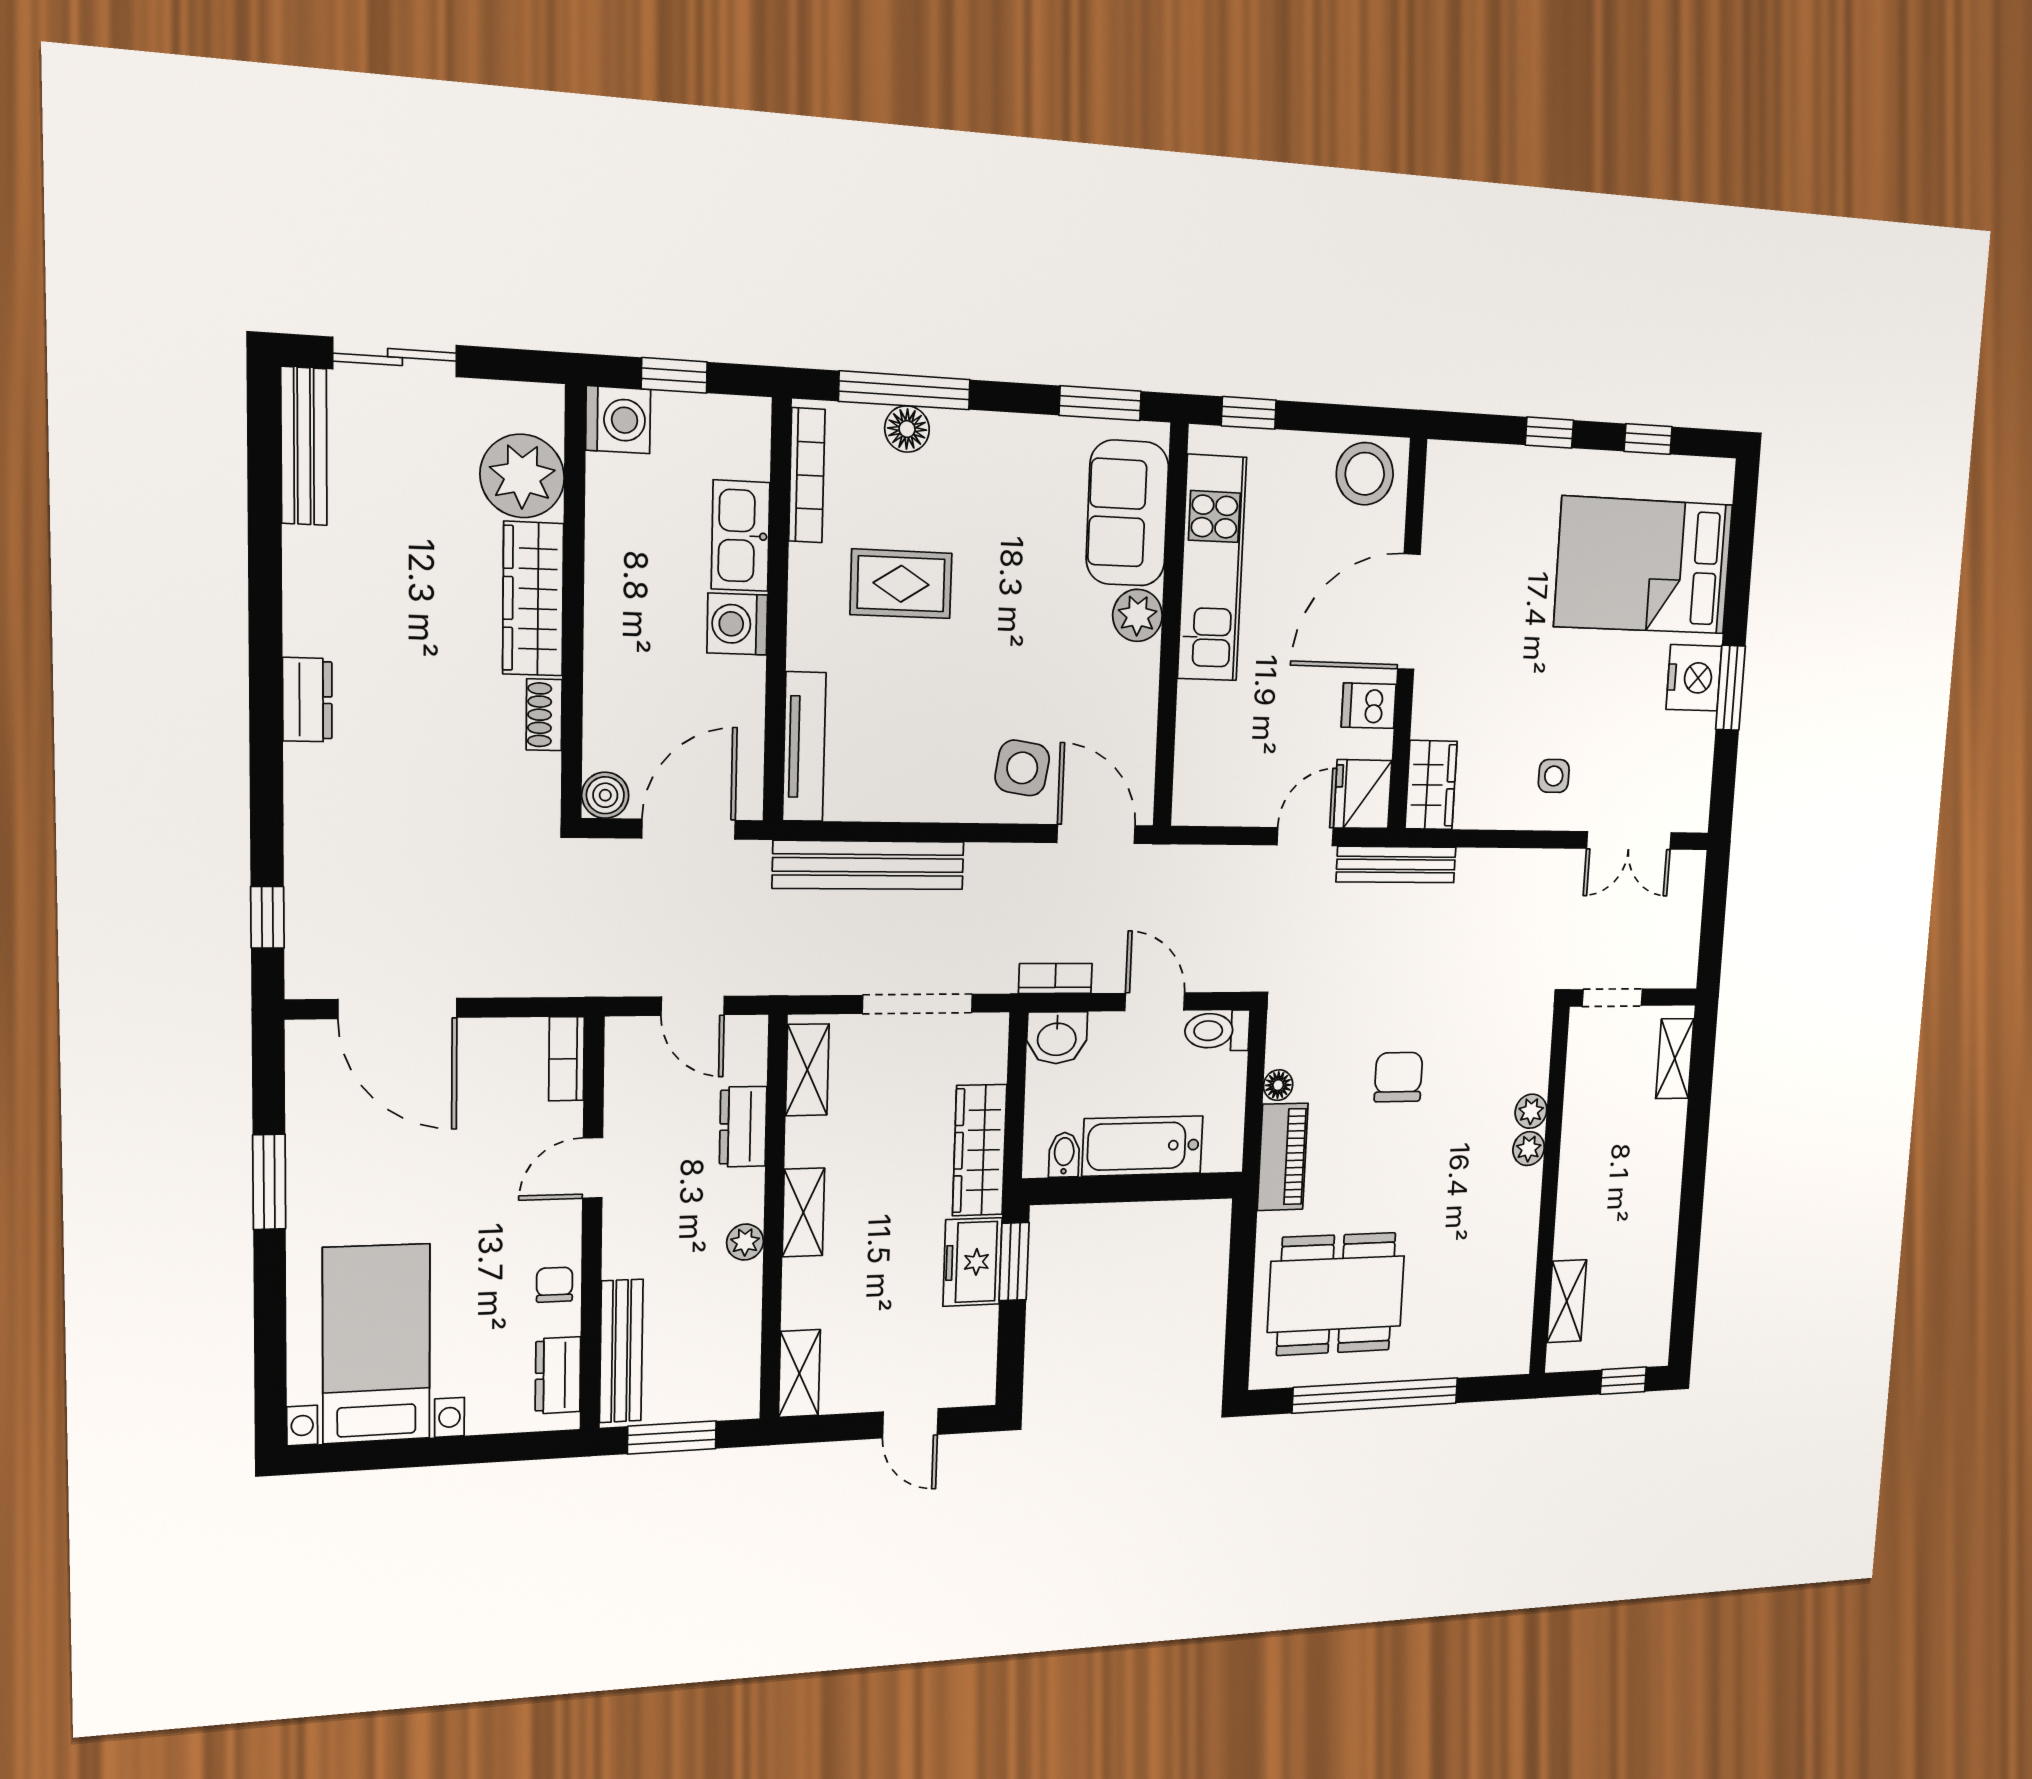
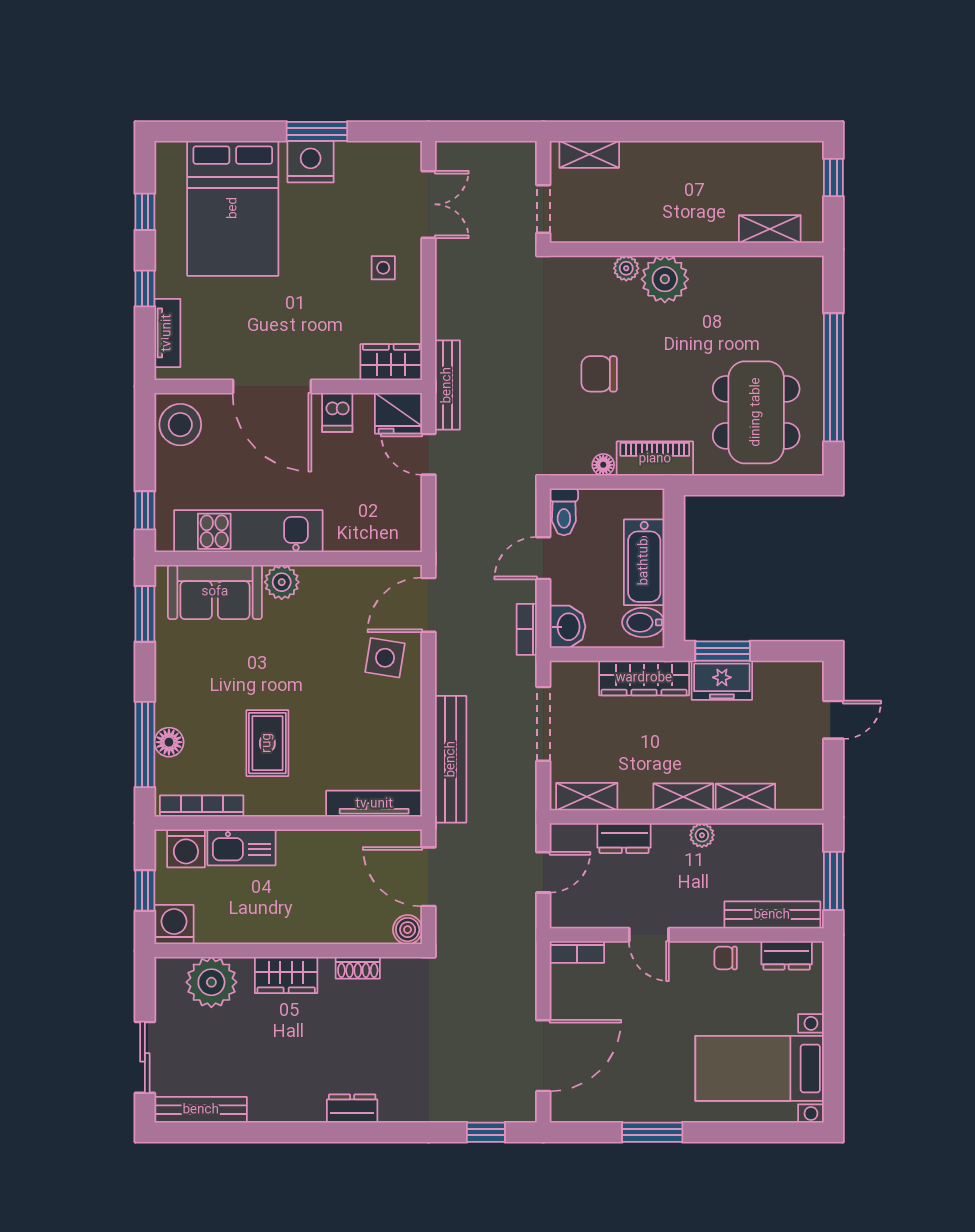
tv unit: (1489, 462) -> (167, 333), added
wardrobe: (533, 599) -> (286, 975), width x0.67
washing machine: (737, 624) -> (186, 848), moved
plant: (1529, 1149) -> (665, 279), width x1.88, depth x1.88
bidet: (1064, 1155) -> (643, 622), width x1.38, depth x1.36
shelving: (799, 1373) -> (745, 797), moved

